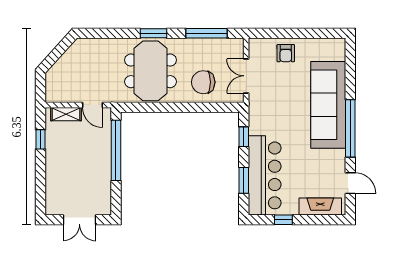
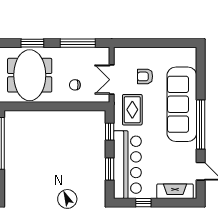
armchair: (286, 53) -> (145, 76), moved, turned 90
chair: (203, 82) -> (75, 85), width x0.54, depth x0.54
rug: (270, 111) -> (132, 110), added

